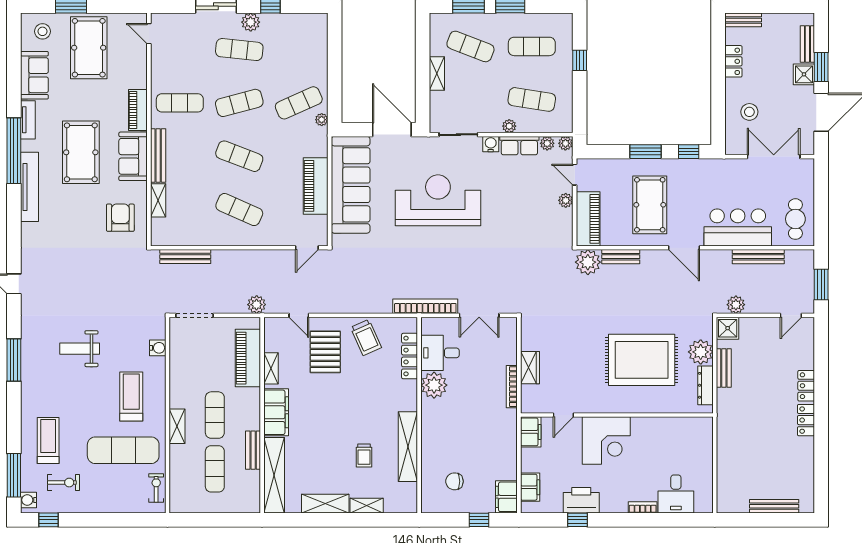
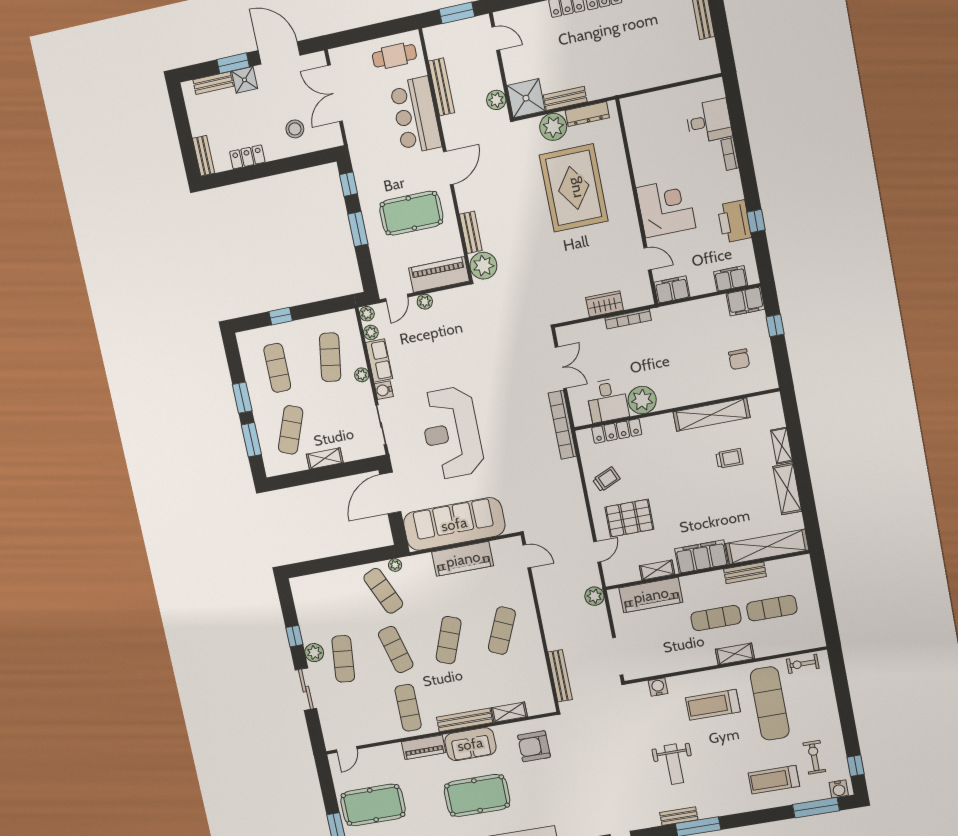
shower: (728, 328) -> (526, 98), width x1.36, depth x1.36
trolley: (366, 337) -> (606, 479), width x0.73, depth x0.72
bench: (27, 344) -> (679, 816), added

